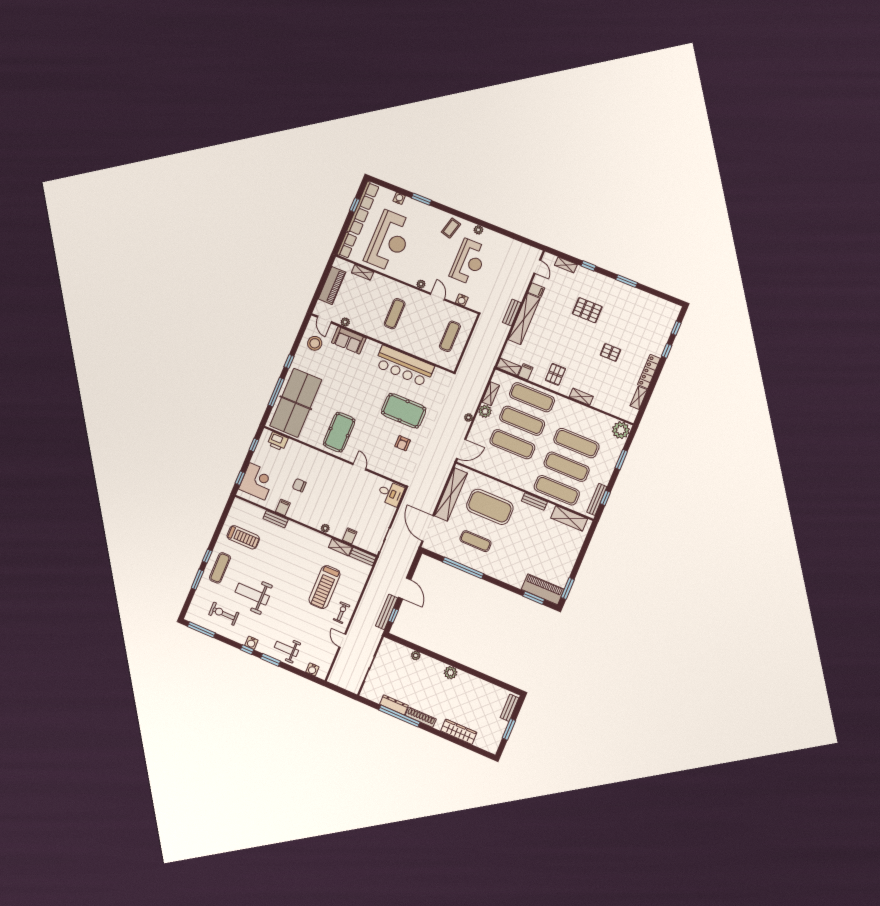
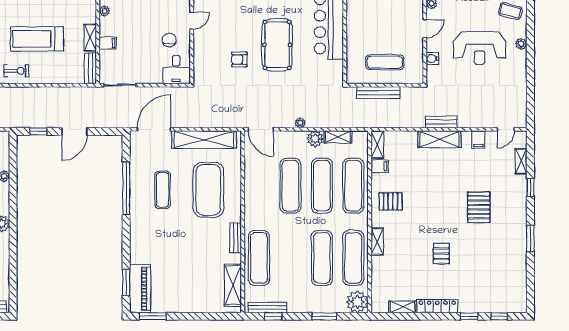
shelving: (524, 319) -> (439, 139), width x0.68
exercise mat: (567, 467) -> (353, 258), moved
chair: (366, 489) -> (169, 40), added
bench: (387, 612) -> (379, 93), moved

